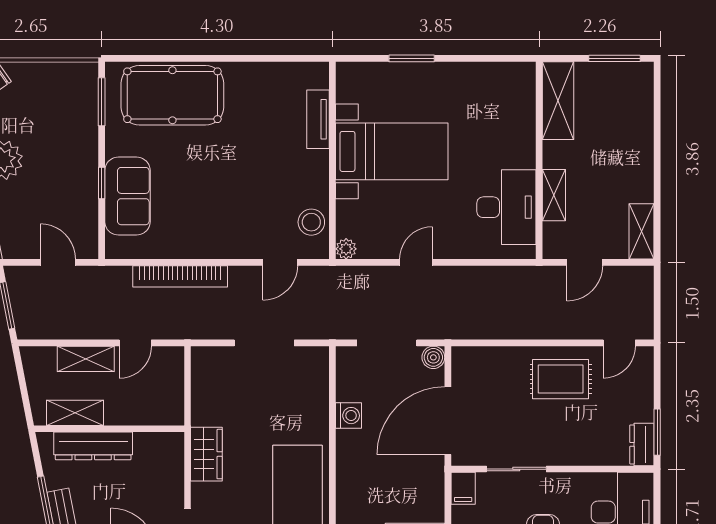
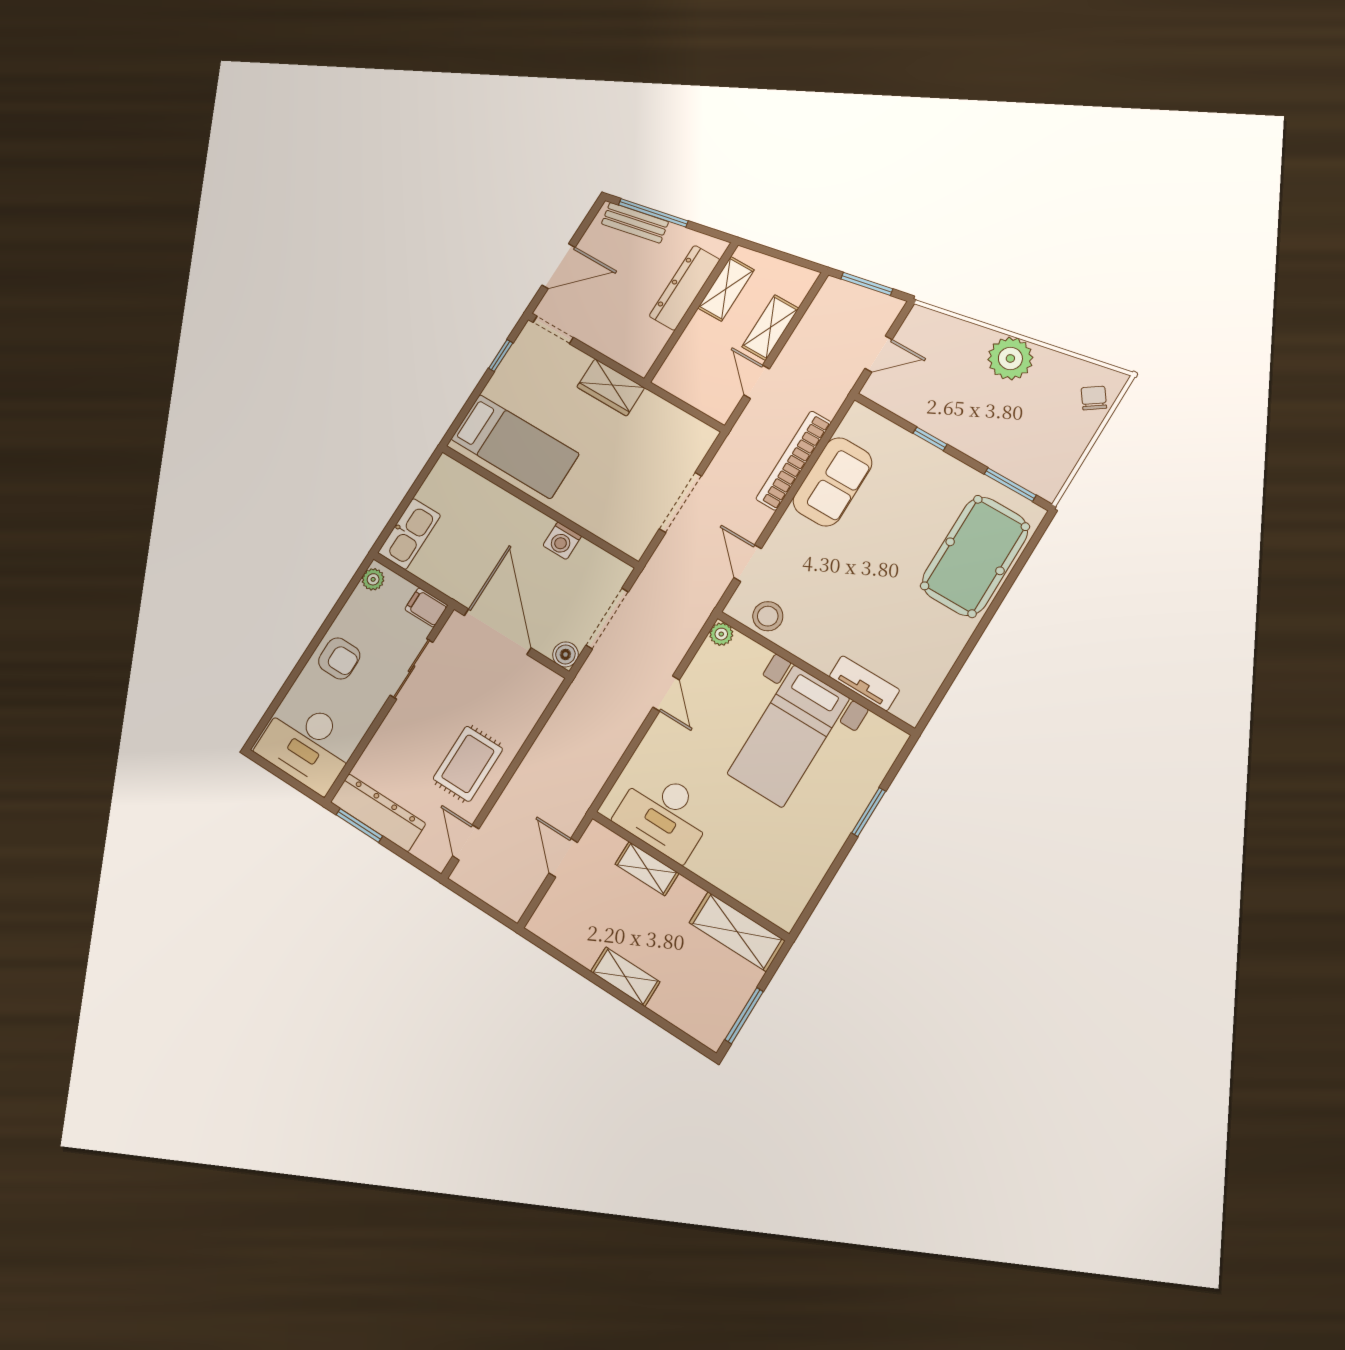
sofa: (127, 196) -> (833, 482), moved, turned -90
shelving: (641, 231) -> (625, 977), moved
dresser: (642, 444) -> (378, 813), width x1.96, depth x1.24

